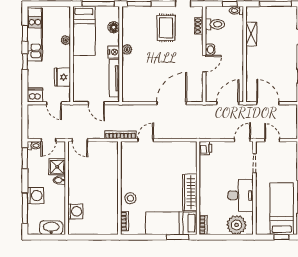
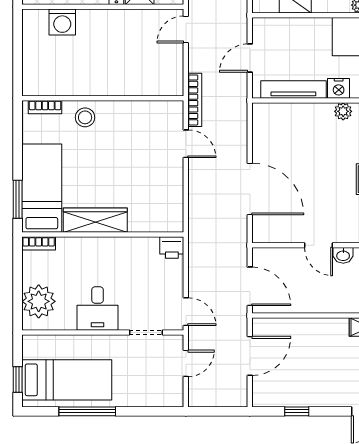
desk: (241, 195) -> (98, 309), width x0.73

